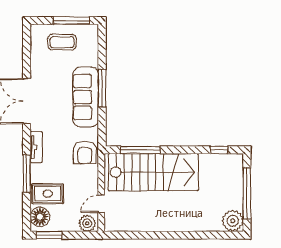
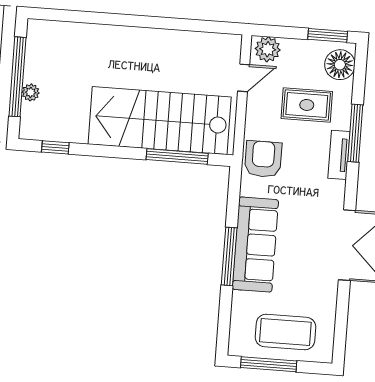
coffee table: (62, 42) -> (285, 332), width x1.36, depth x1.32
tv unit: (36, 147) -> (339, 155), moved
rug: (48, 194) -> (307, 105), moved
plant: (233, 221) -> (31, 92), moved, width x0.53, depth x0.53

